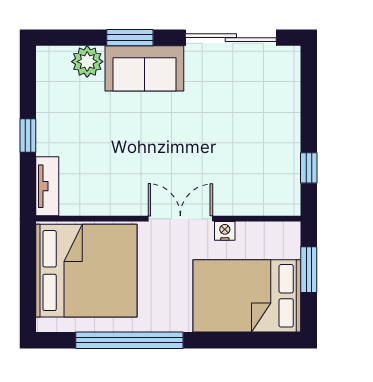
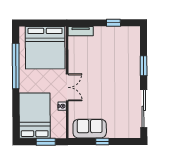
plant: (87, 62) -> (133, 48), removed
sofa: (144, 68) -> (90, 129), moved, turned 90
window: (28, 136) -> (113, 23), moved
window: (309, 168) -> (102, 142), moved

